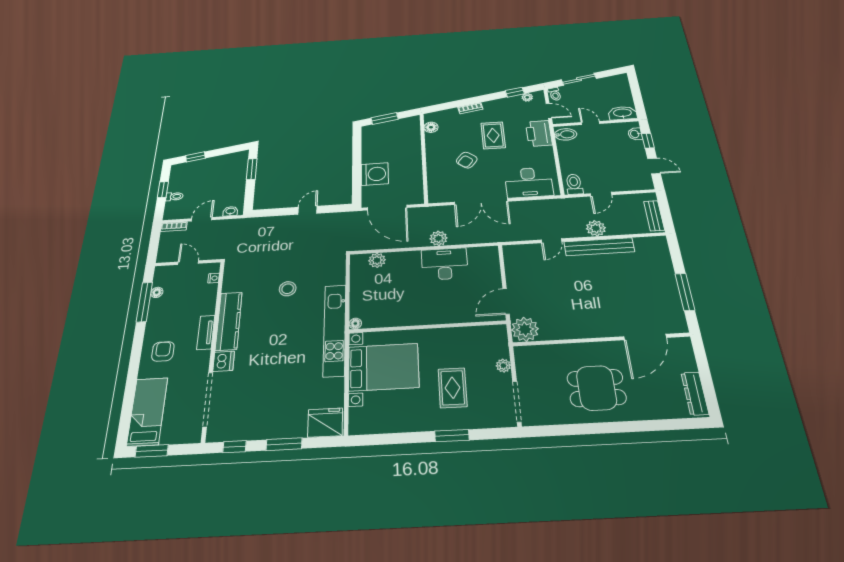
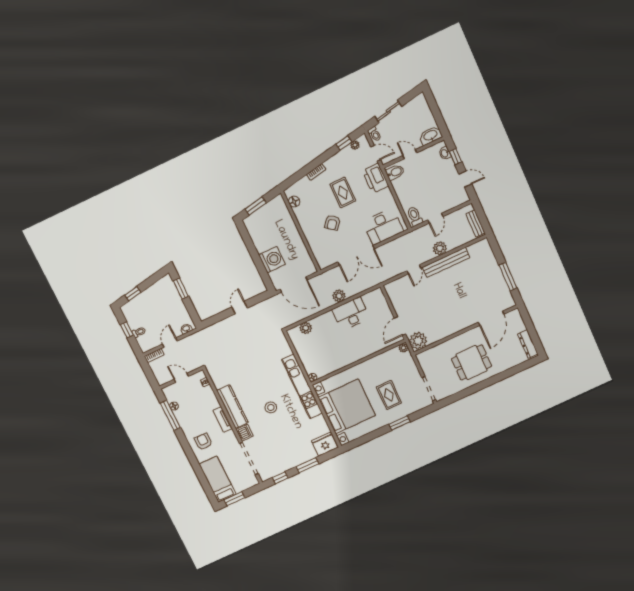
stool: (288, 289) -> (271, 407), moved
plant: (503, 366) -> (403, 348), moved
bed with nightstands: (383, 367) -> (347, 406), width x1.36

